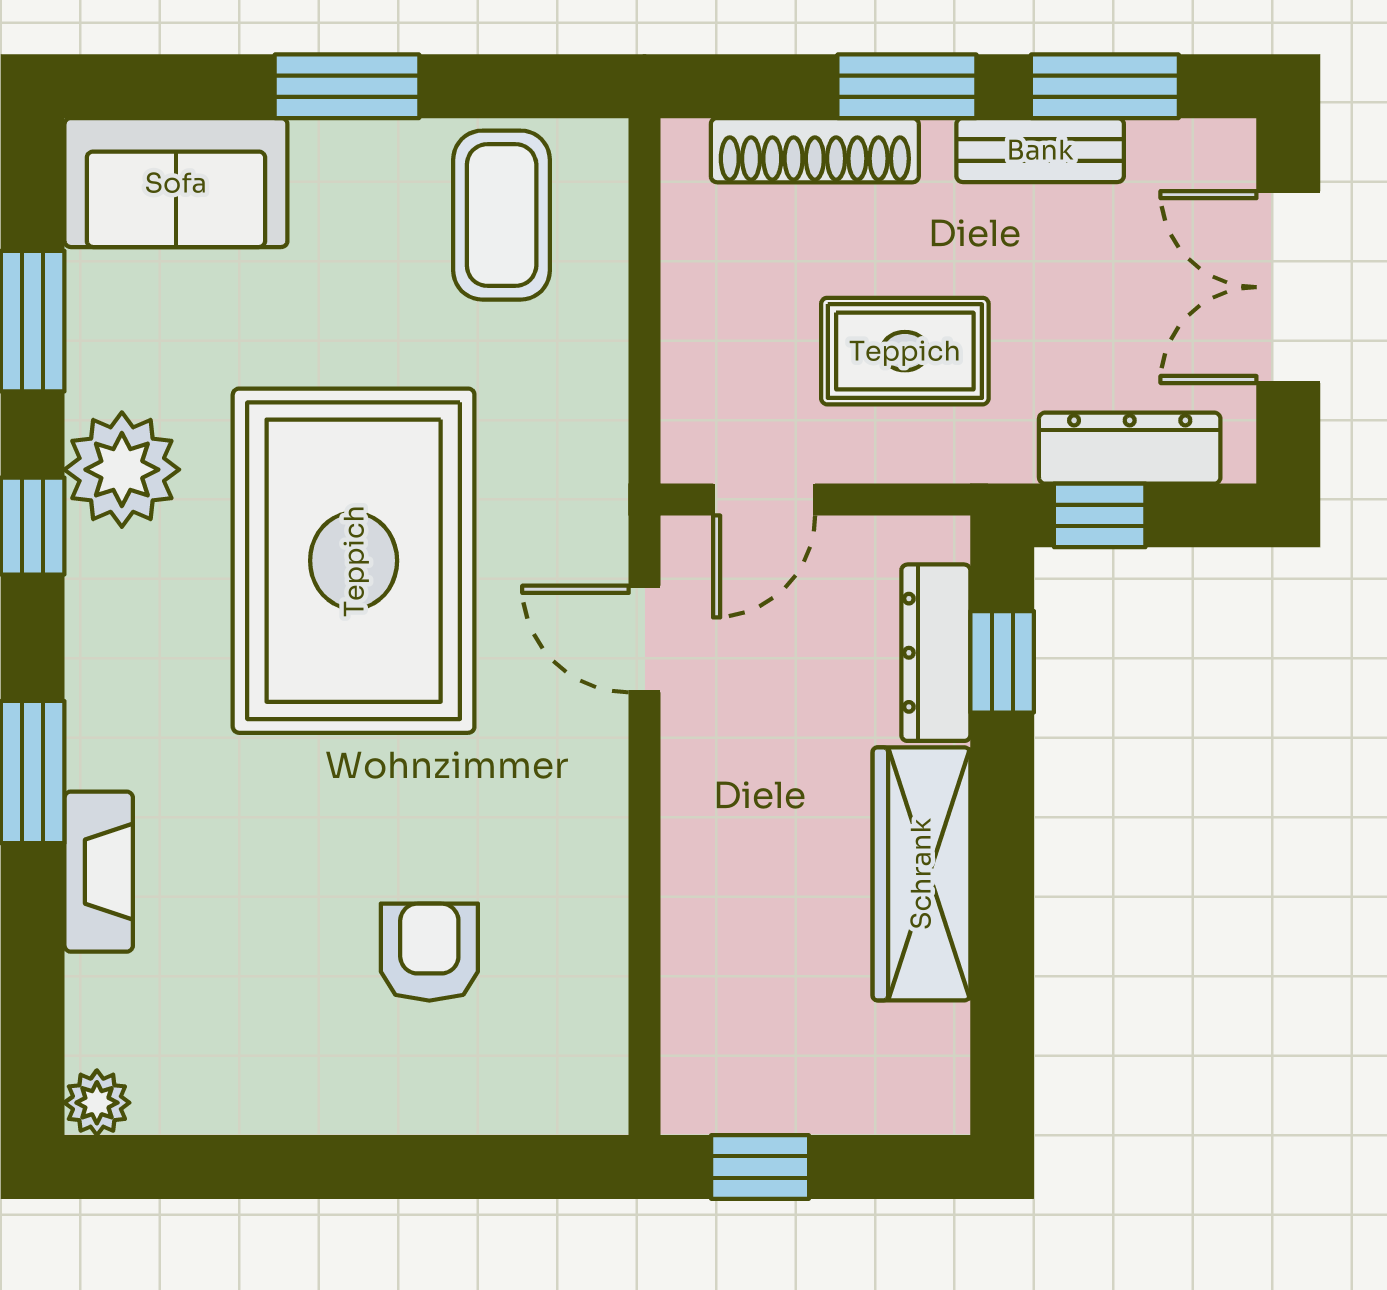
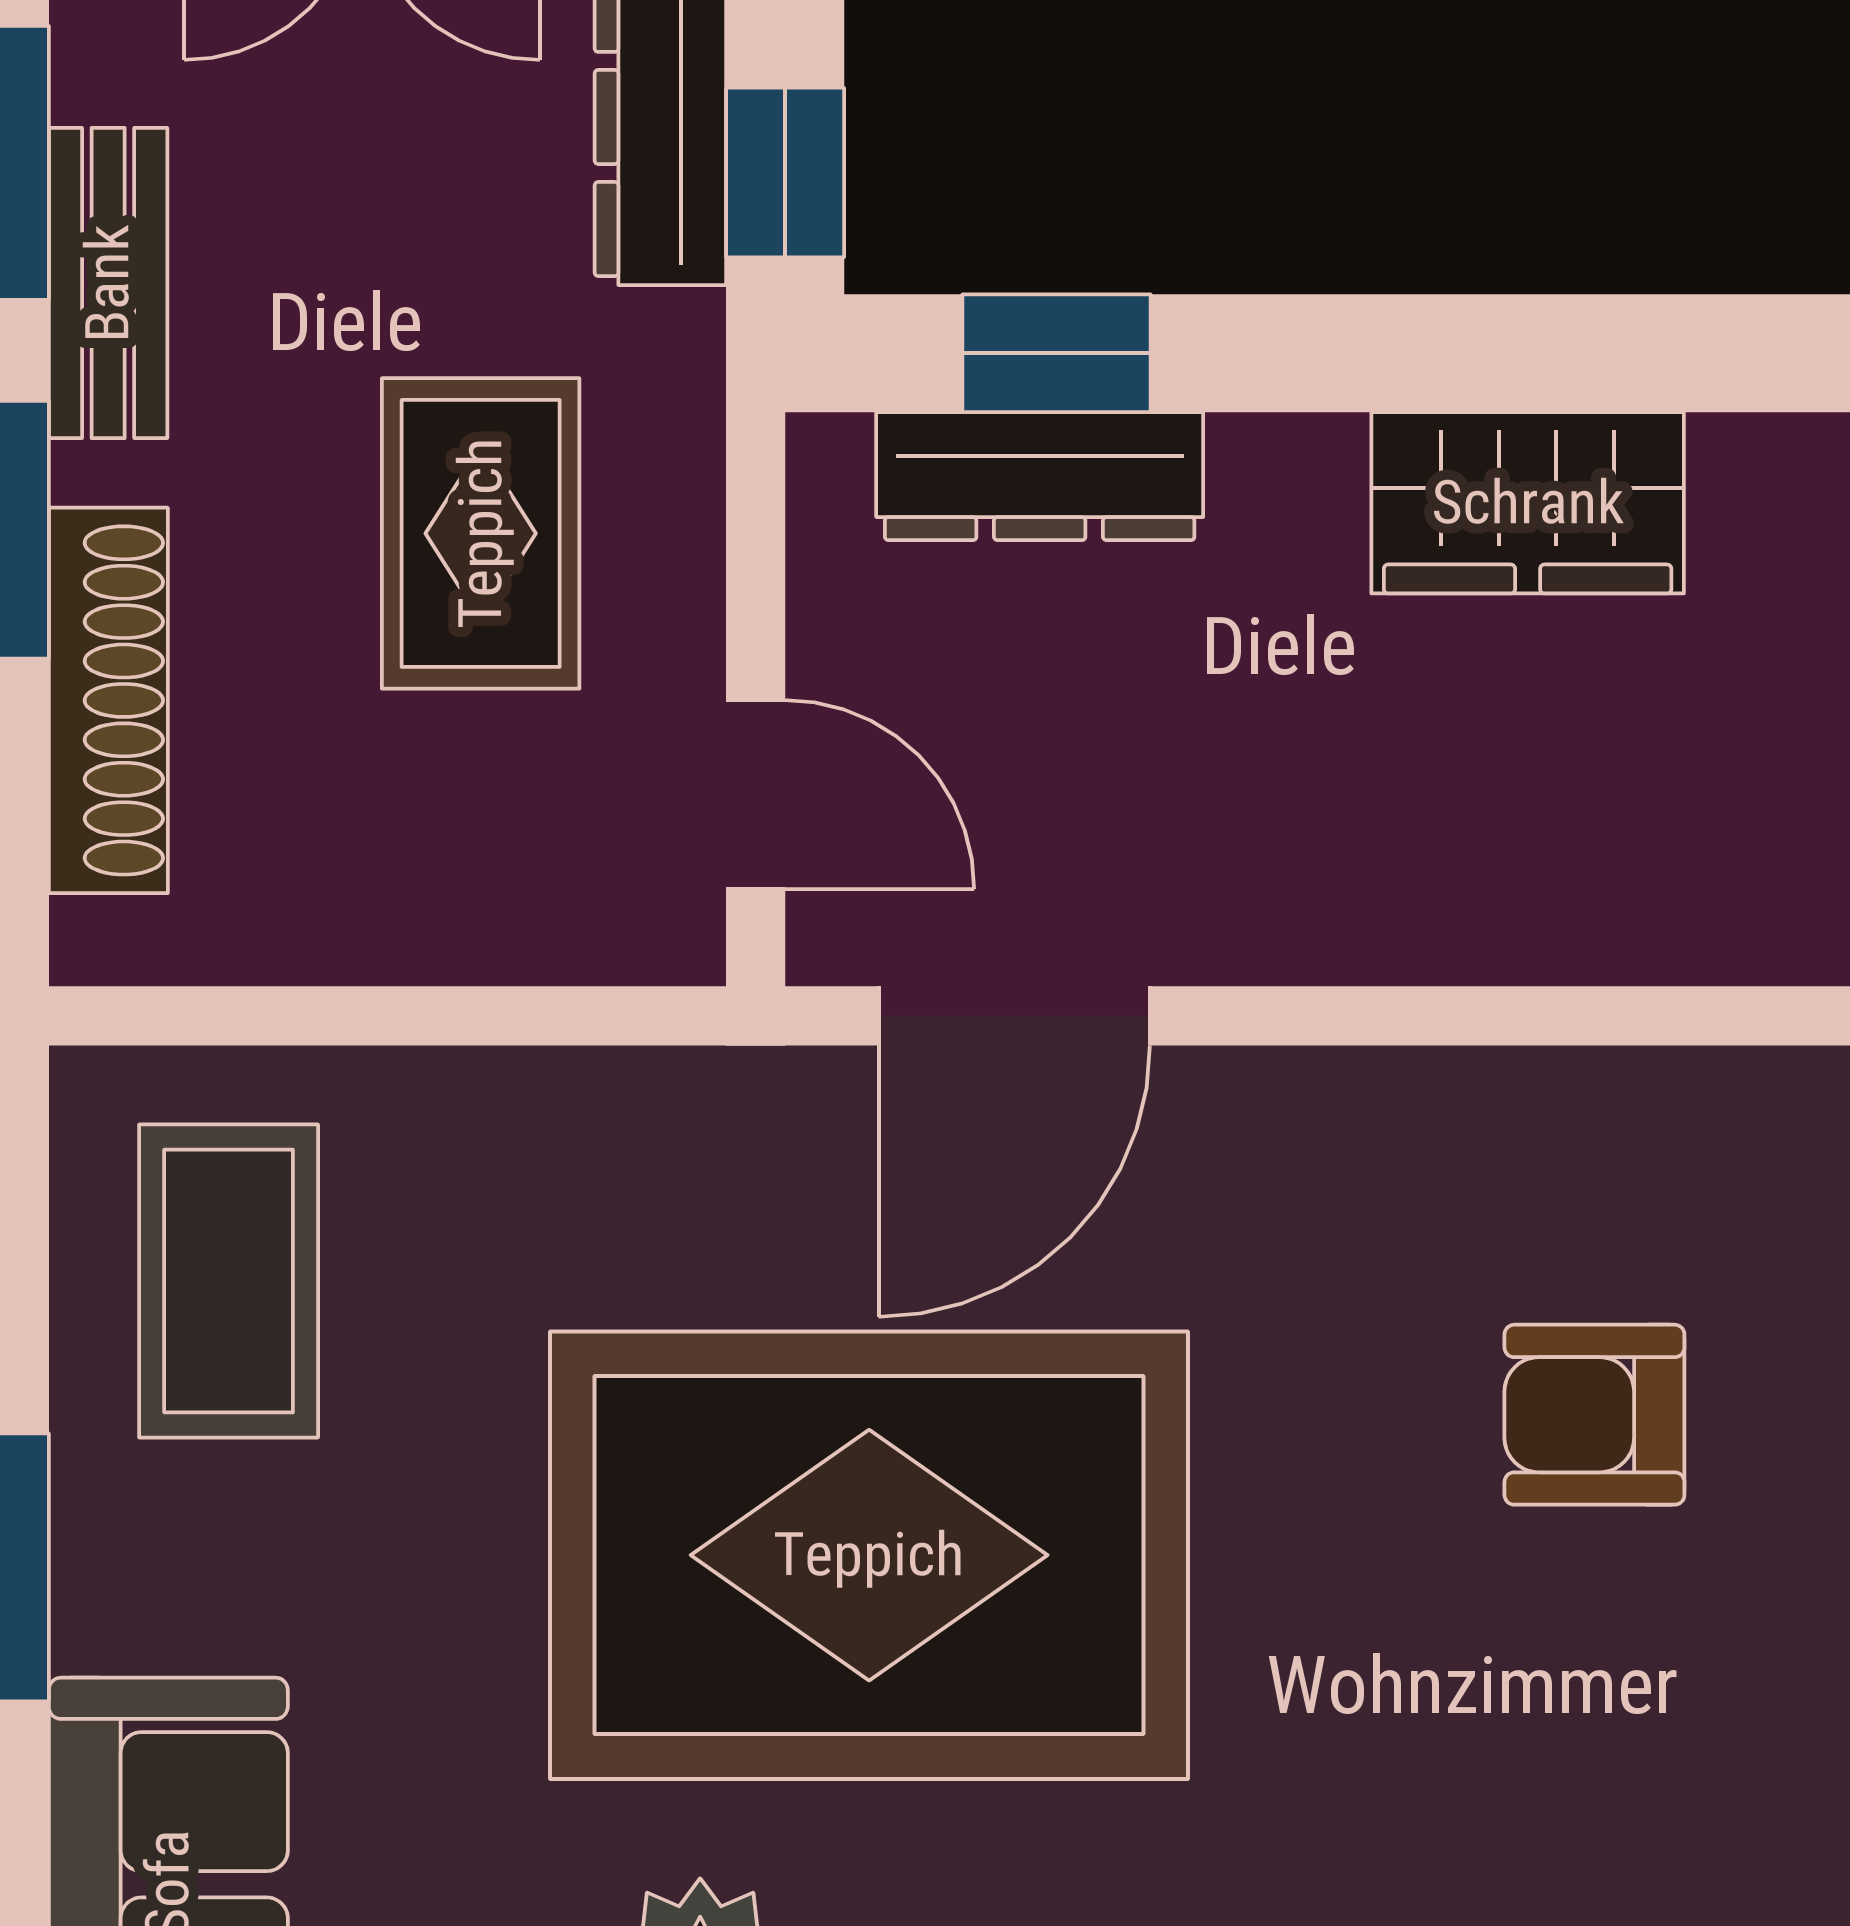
coffee table: (502, 215) -> (229, 1281), turned 90
door: (645, 639) -> (1014, 1016), width x1.38
wardrobe: (921, 874) -> (1528, 503), width x0.67

